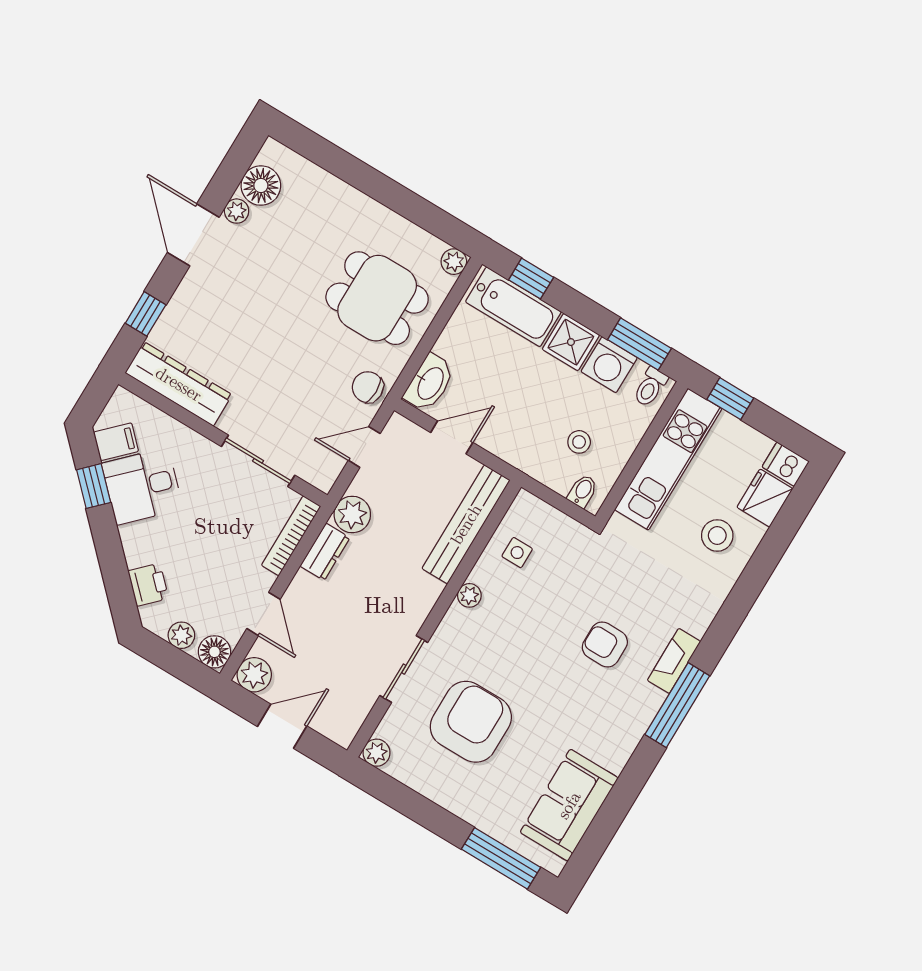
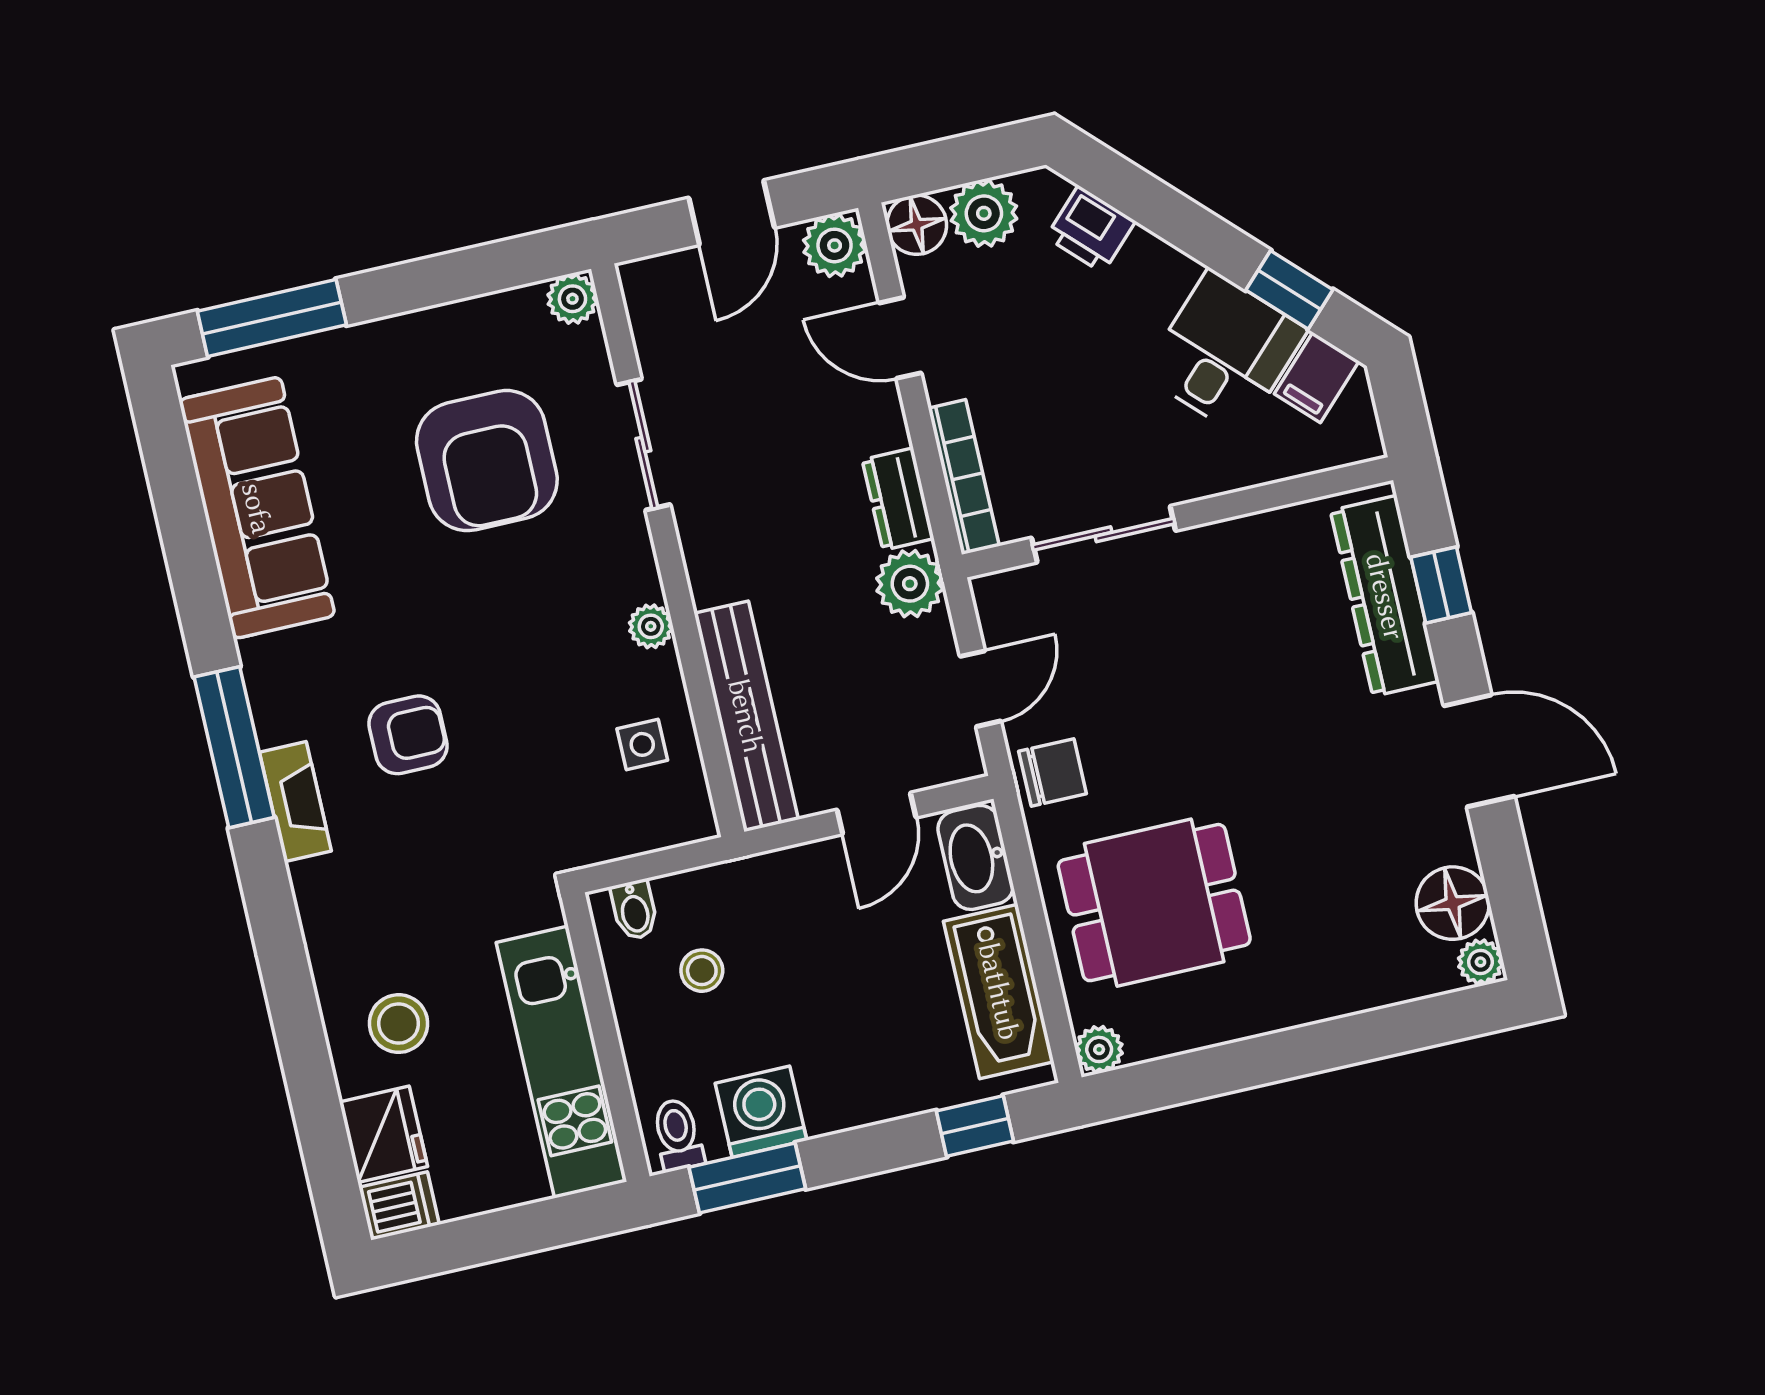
plant: (237, 211) -> (1481, 962), moved
bathtub: (513, 307) -> (999, 991), moved, turned -90
shower: (571, 342) -> (841, 1093), removed
dresser: (179, 384) -> (1385, 596), moved, turned 90
window: (730, 399) -> (557, 1222), removed
plant: (181, 635) -> (984, 213), width x1.38, depth x1.38
sofa: (569, 805) -> (257, 508), width x1.36

